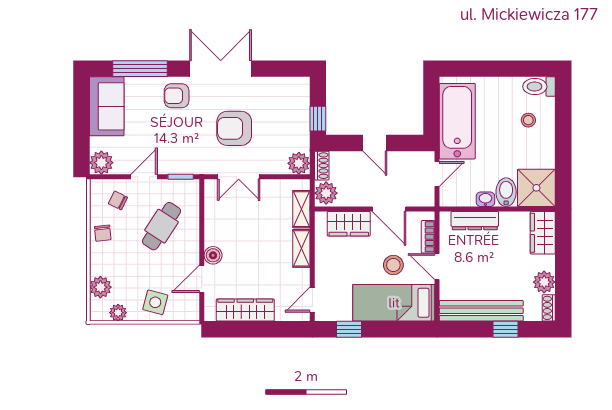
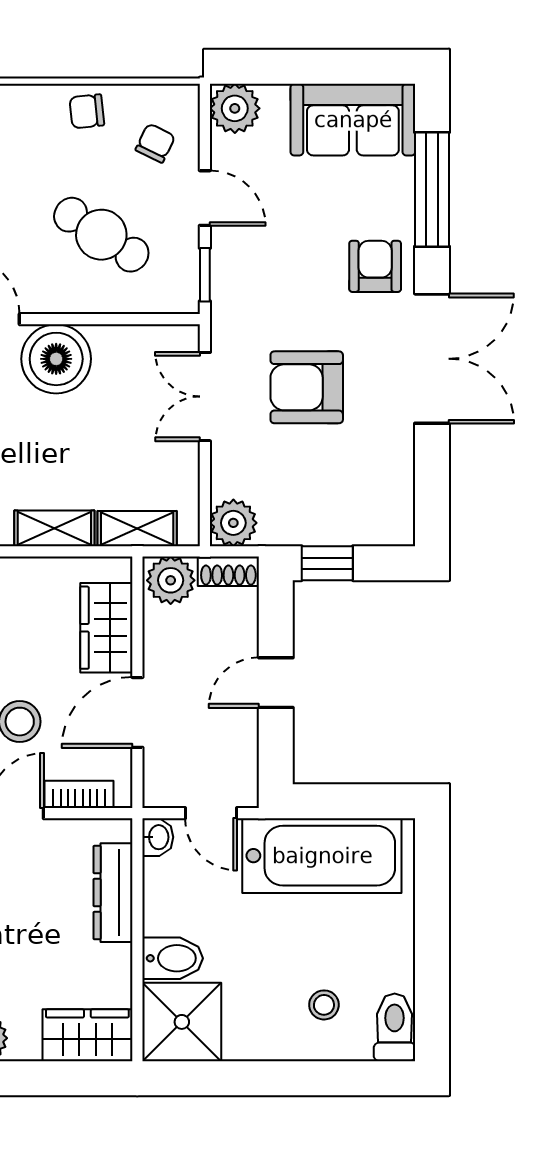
armchair: (234, 128) -> (307, 387), turned -90
washbasin: (485, 199) -> (158, 837), moved
boiler: (213, 255) -> (56, 359), width x1.86, depth x1.86

